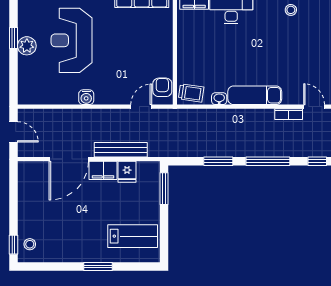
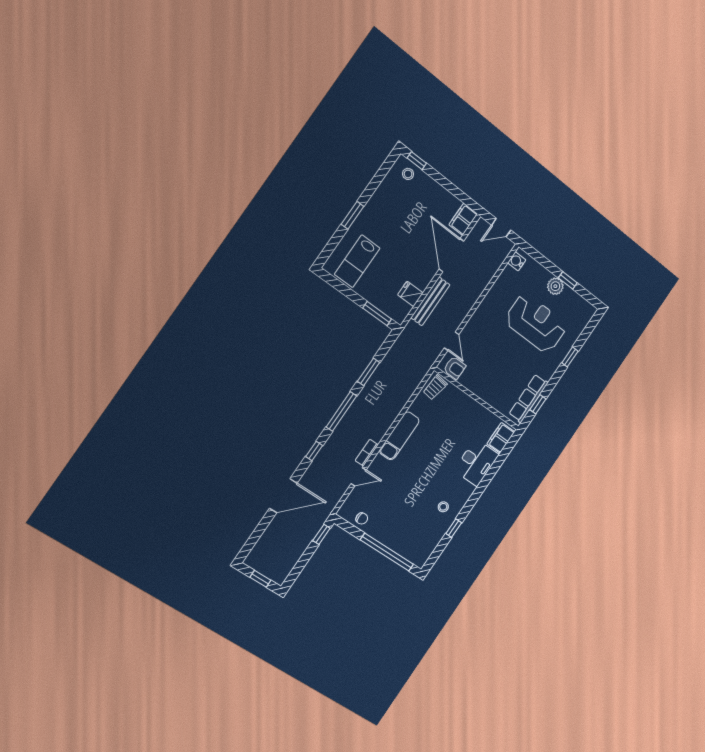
water cooler: (86, 97) -> (517, 261), moved
washbasin: (219, 99) -> (416, 406), removed
filing cabinet: (103, 170) -> (463, 219), moved

